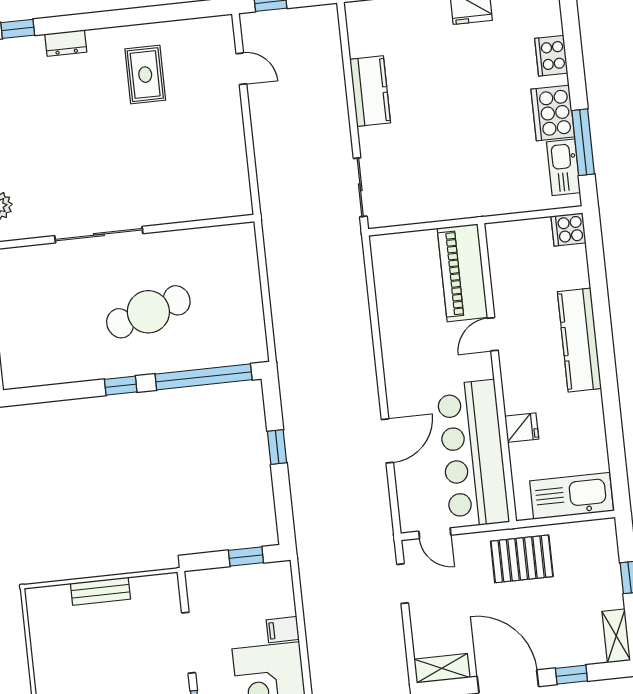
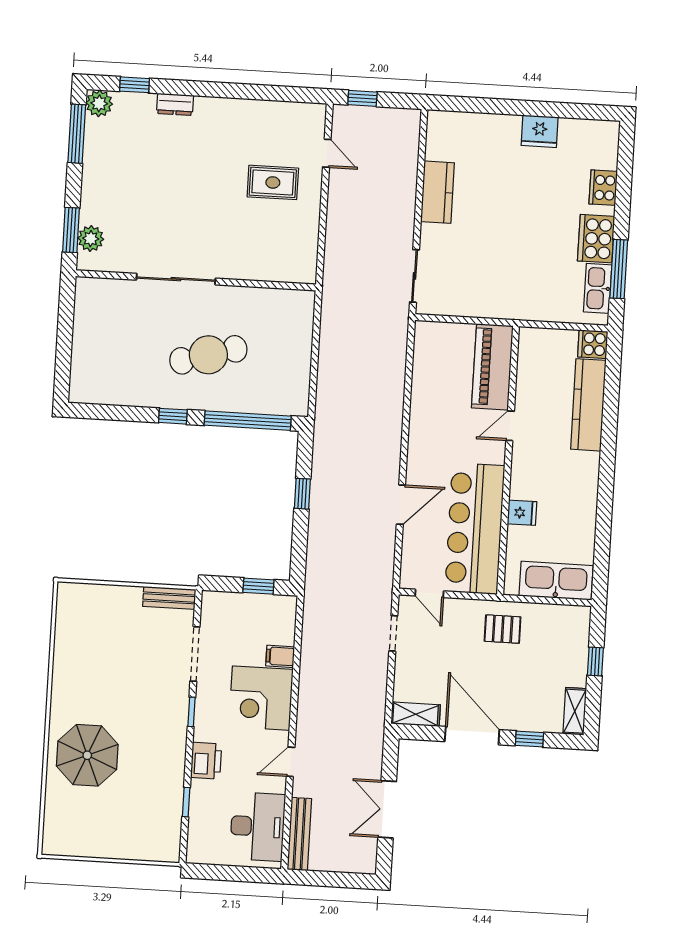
rug: (145, 75) -> (273, 182), moved, turned 90
kitchen counter: (579, 340) -> (588, 405), moved
pallet: (522, 559) -> (503, 629), width x0.67, depth x0.71
bench: (100, 591) -> (169, 598), moved

